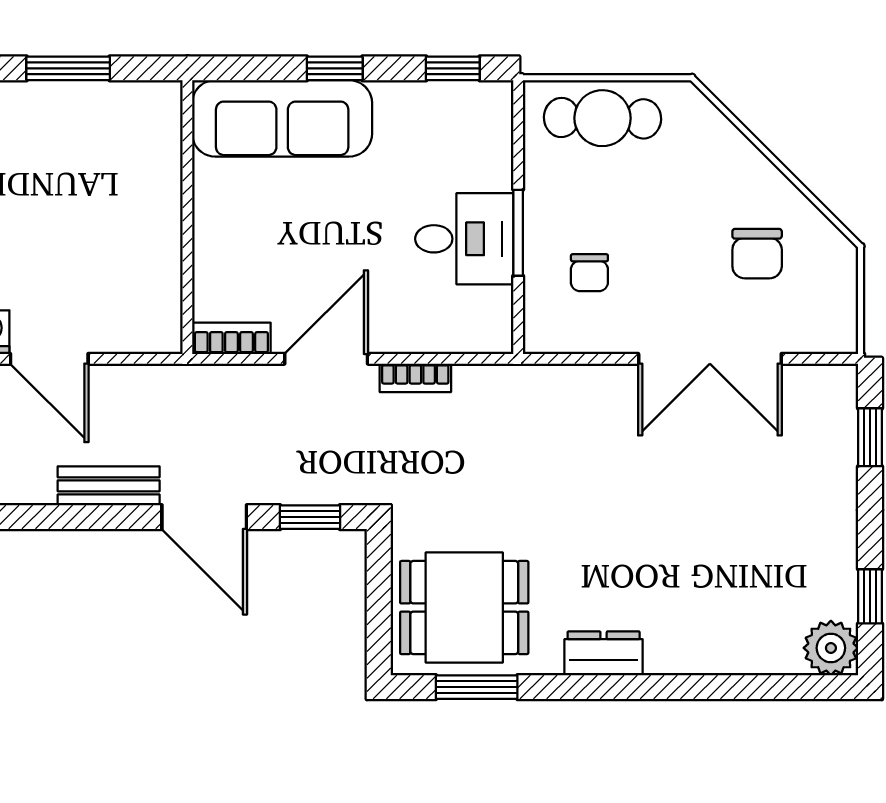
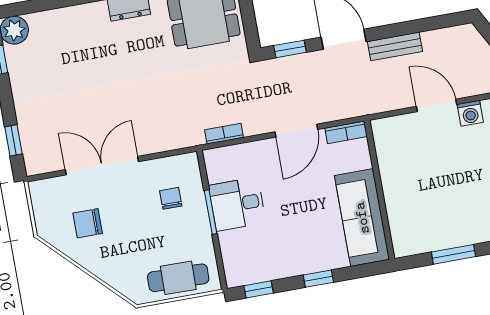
sofa: (282, 118) -> (362, 218), moved, turned -90
chair: (757, 254) -> (88, 223), turned -90
bookcase: (415, 378) -> (224, 134), moved

